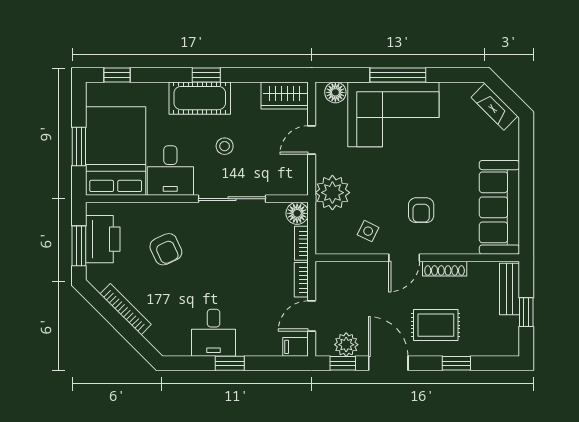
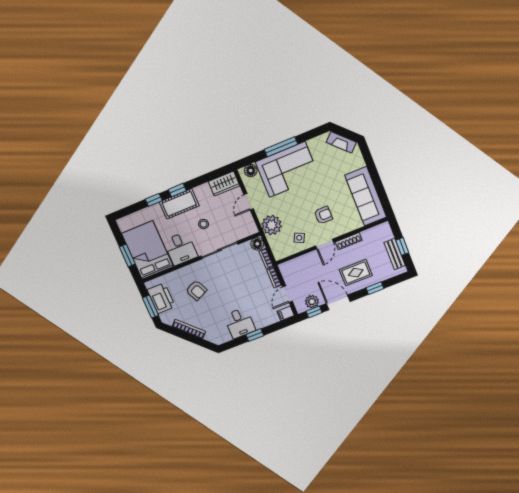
window: (117, 75) -> (154, 200), moved
armchair: (421, 210) -> (323, 215), turned -90
bench: (509, 289) -> (395, 254), moved

